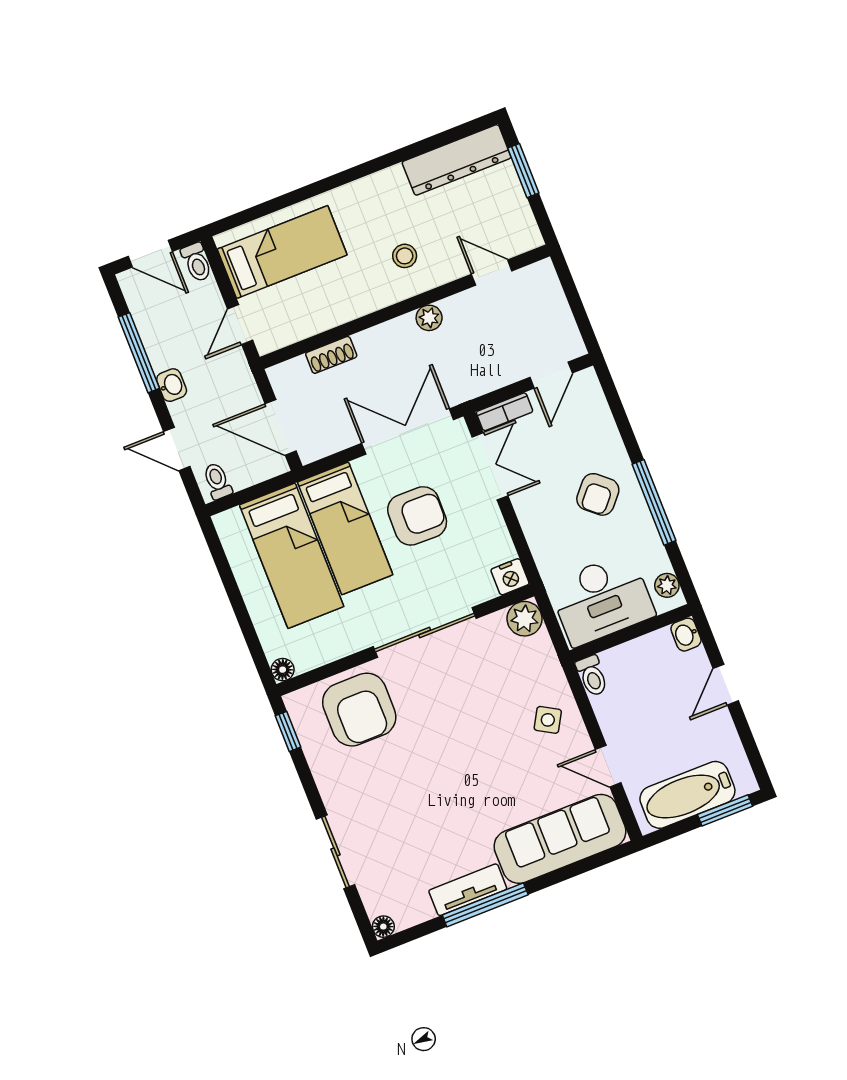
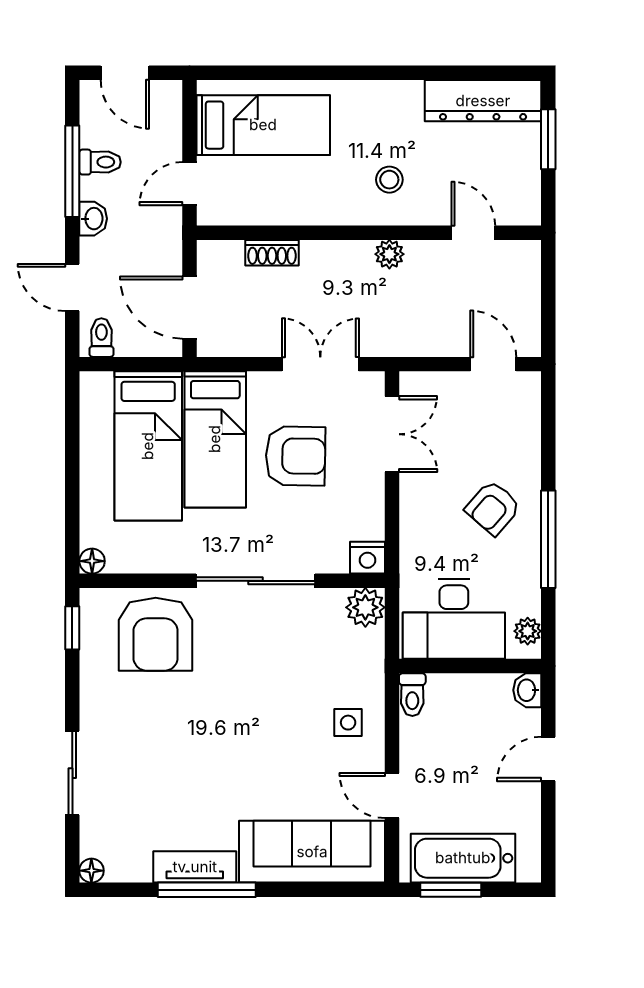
toilet: (197, 262) -> (100, 162), moved, turned -90
door: (551, 375) -> (493, 364), swing flipped
bookcase: (504, 412) -> (430, 383), removed
double door: (408, 432) -> (320, 364), width x0.73
side table: (548, 720) -> (348, 723), turned -30
window: (725, 810) -> (451, 890), moved

